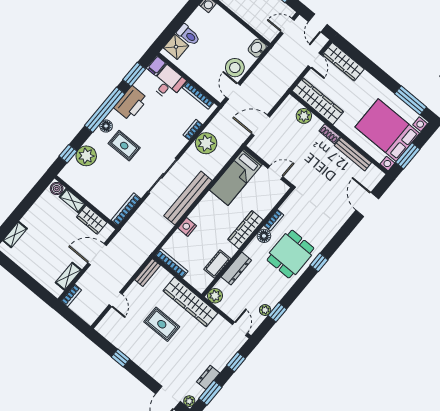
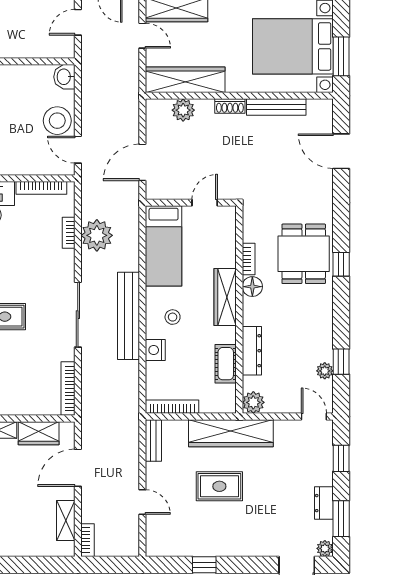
stool: (210, 217) -> (173, 317), added
dining table: (290, 254) -> (304, 254), moved

